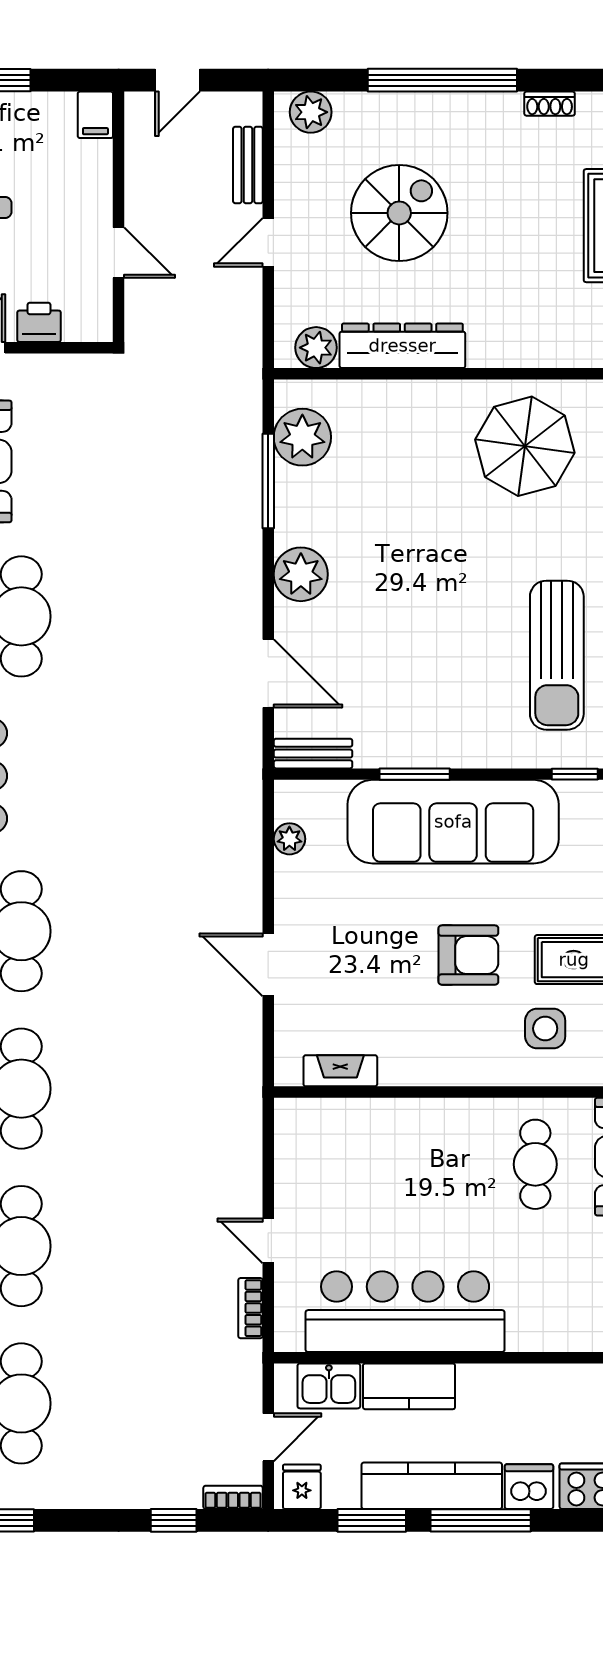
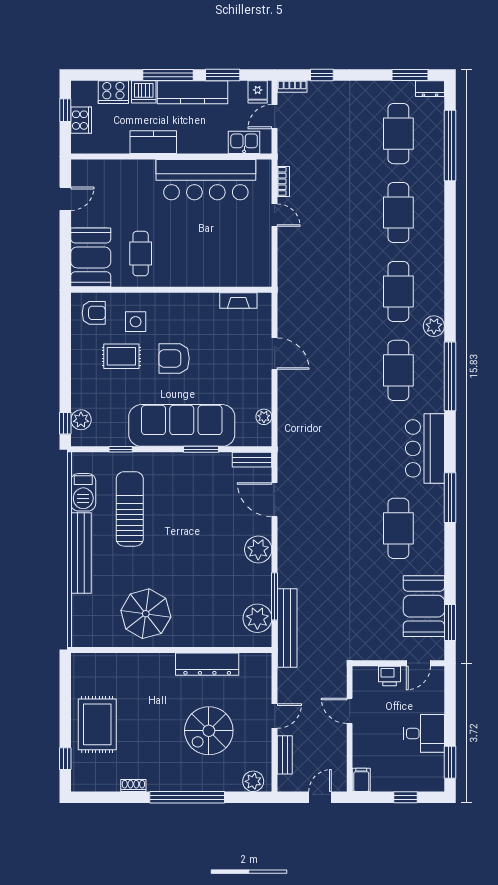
plant: (316, 348) -> (251, 663), removed
bench: (243, 418) -> (287, 628), added
kitchen counter: (409, 1386) -> (153, 142), moved

